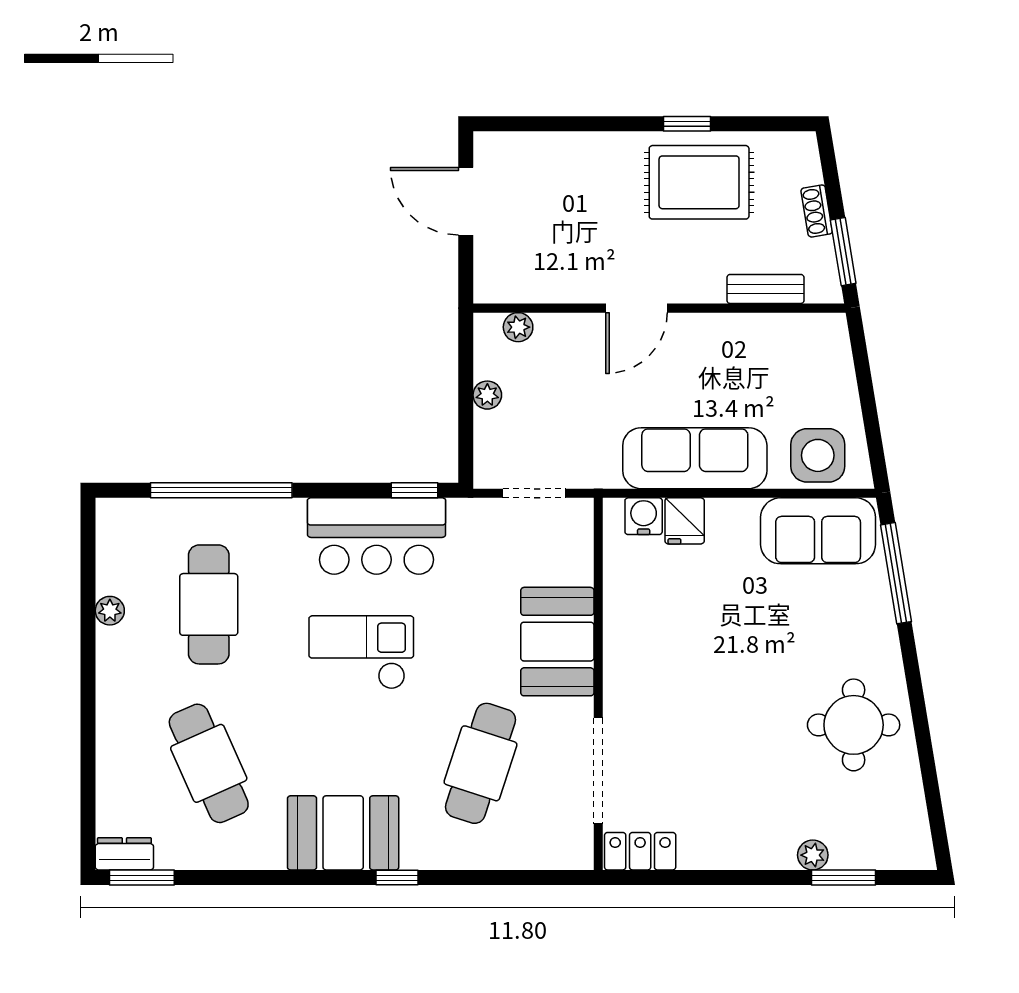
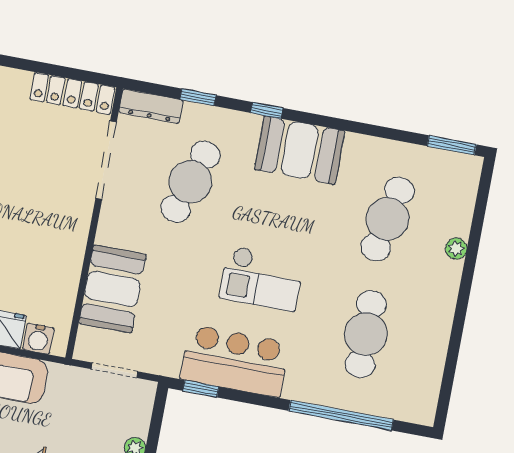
plant: (110, 611) -> (456, 249), moved
booth: (557, 642) -> (112, 289), moved
cafe table: (209, 763) -> (388, 219), turned 36
locker: (640, 851) -> (72, 93), width x1.53
dresser: (124, 854) -> (151, 106), moved, width x1.44
window: (492, 878) -> (198, 97), added

